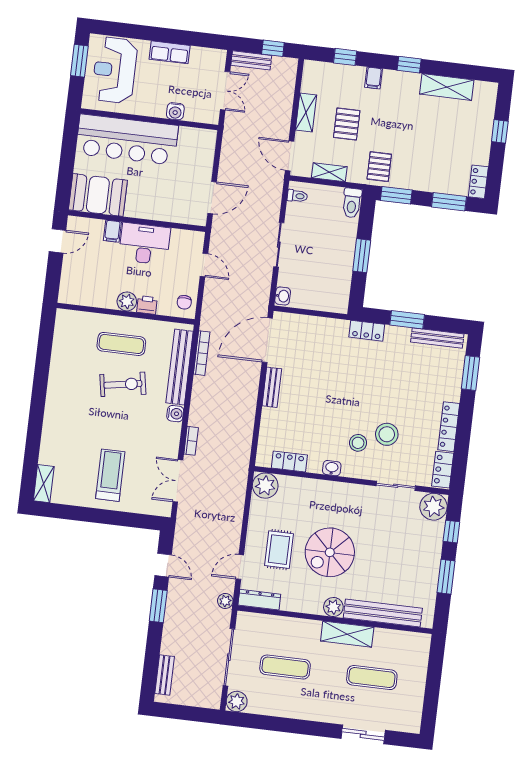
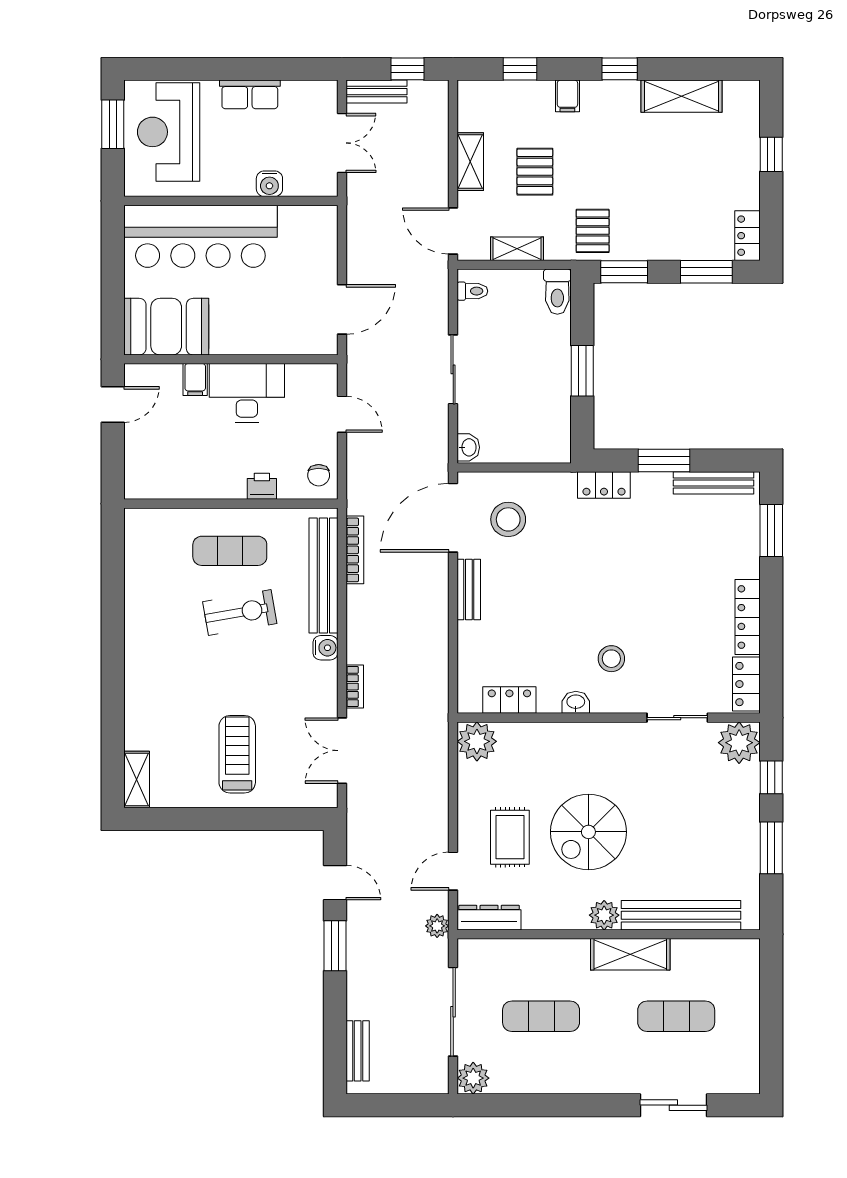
plant: (127, 301) -> (230, 485), removed
stool: (387, 434) -> (508, 519), moved

